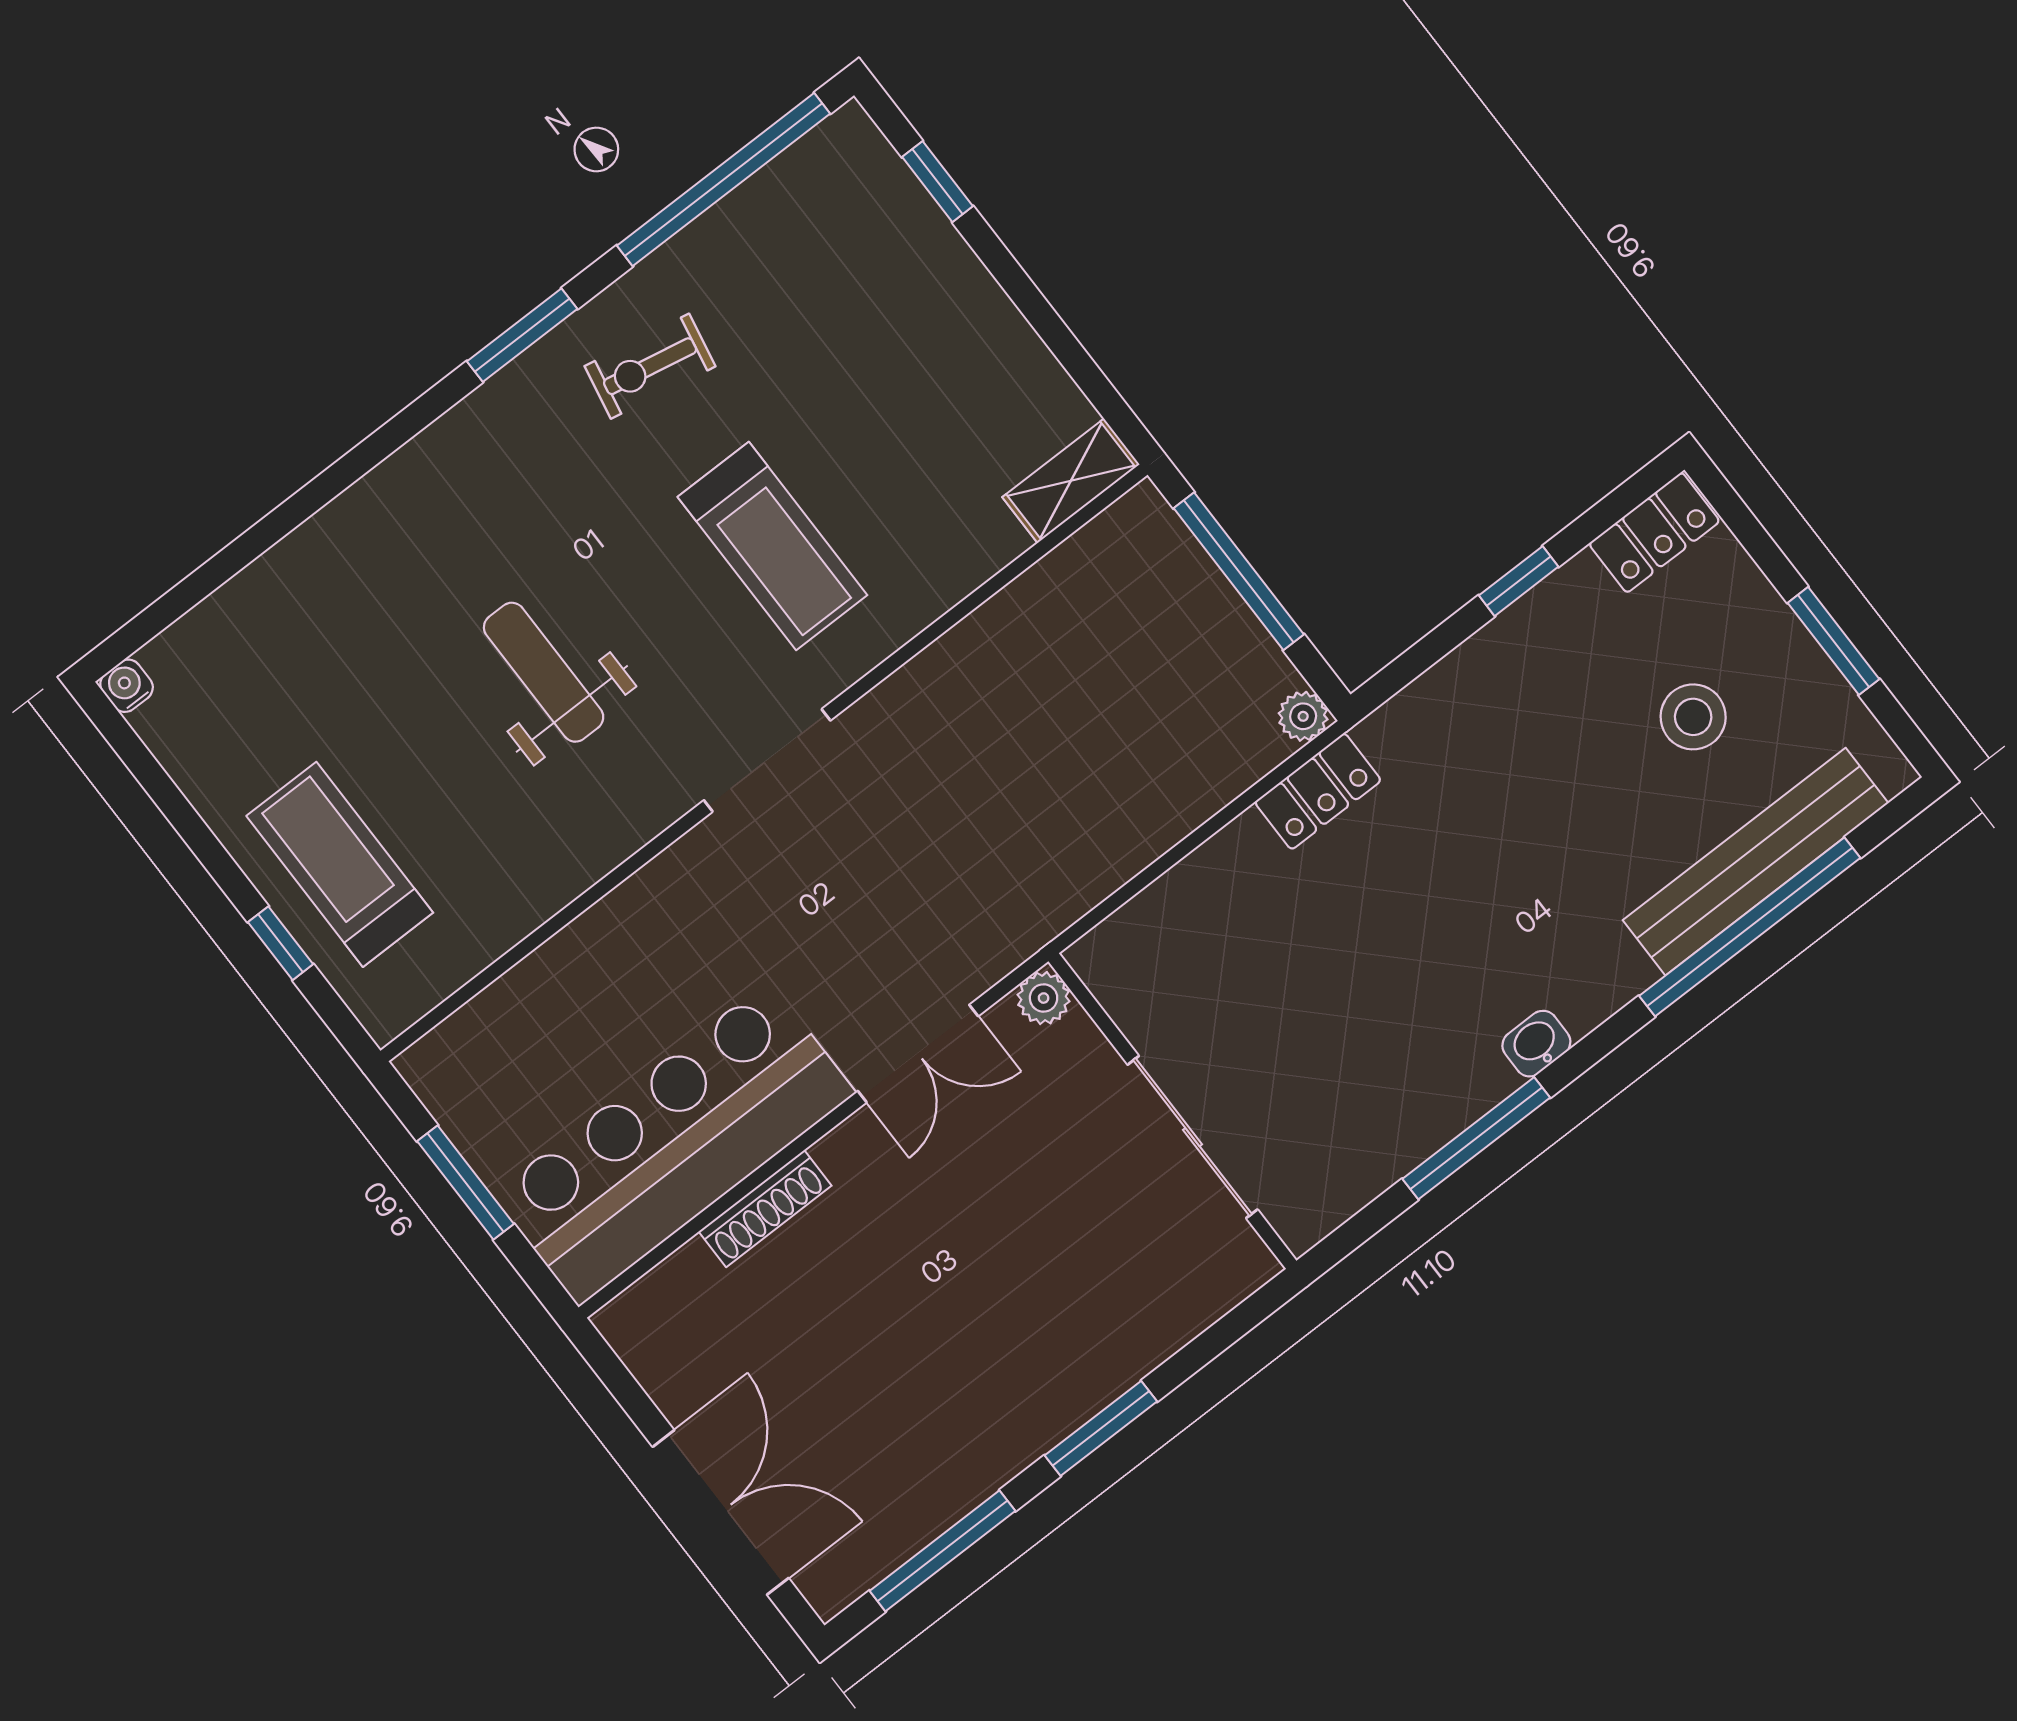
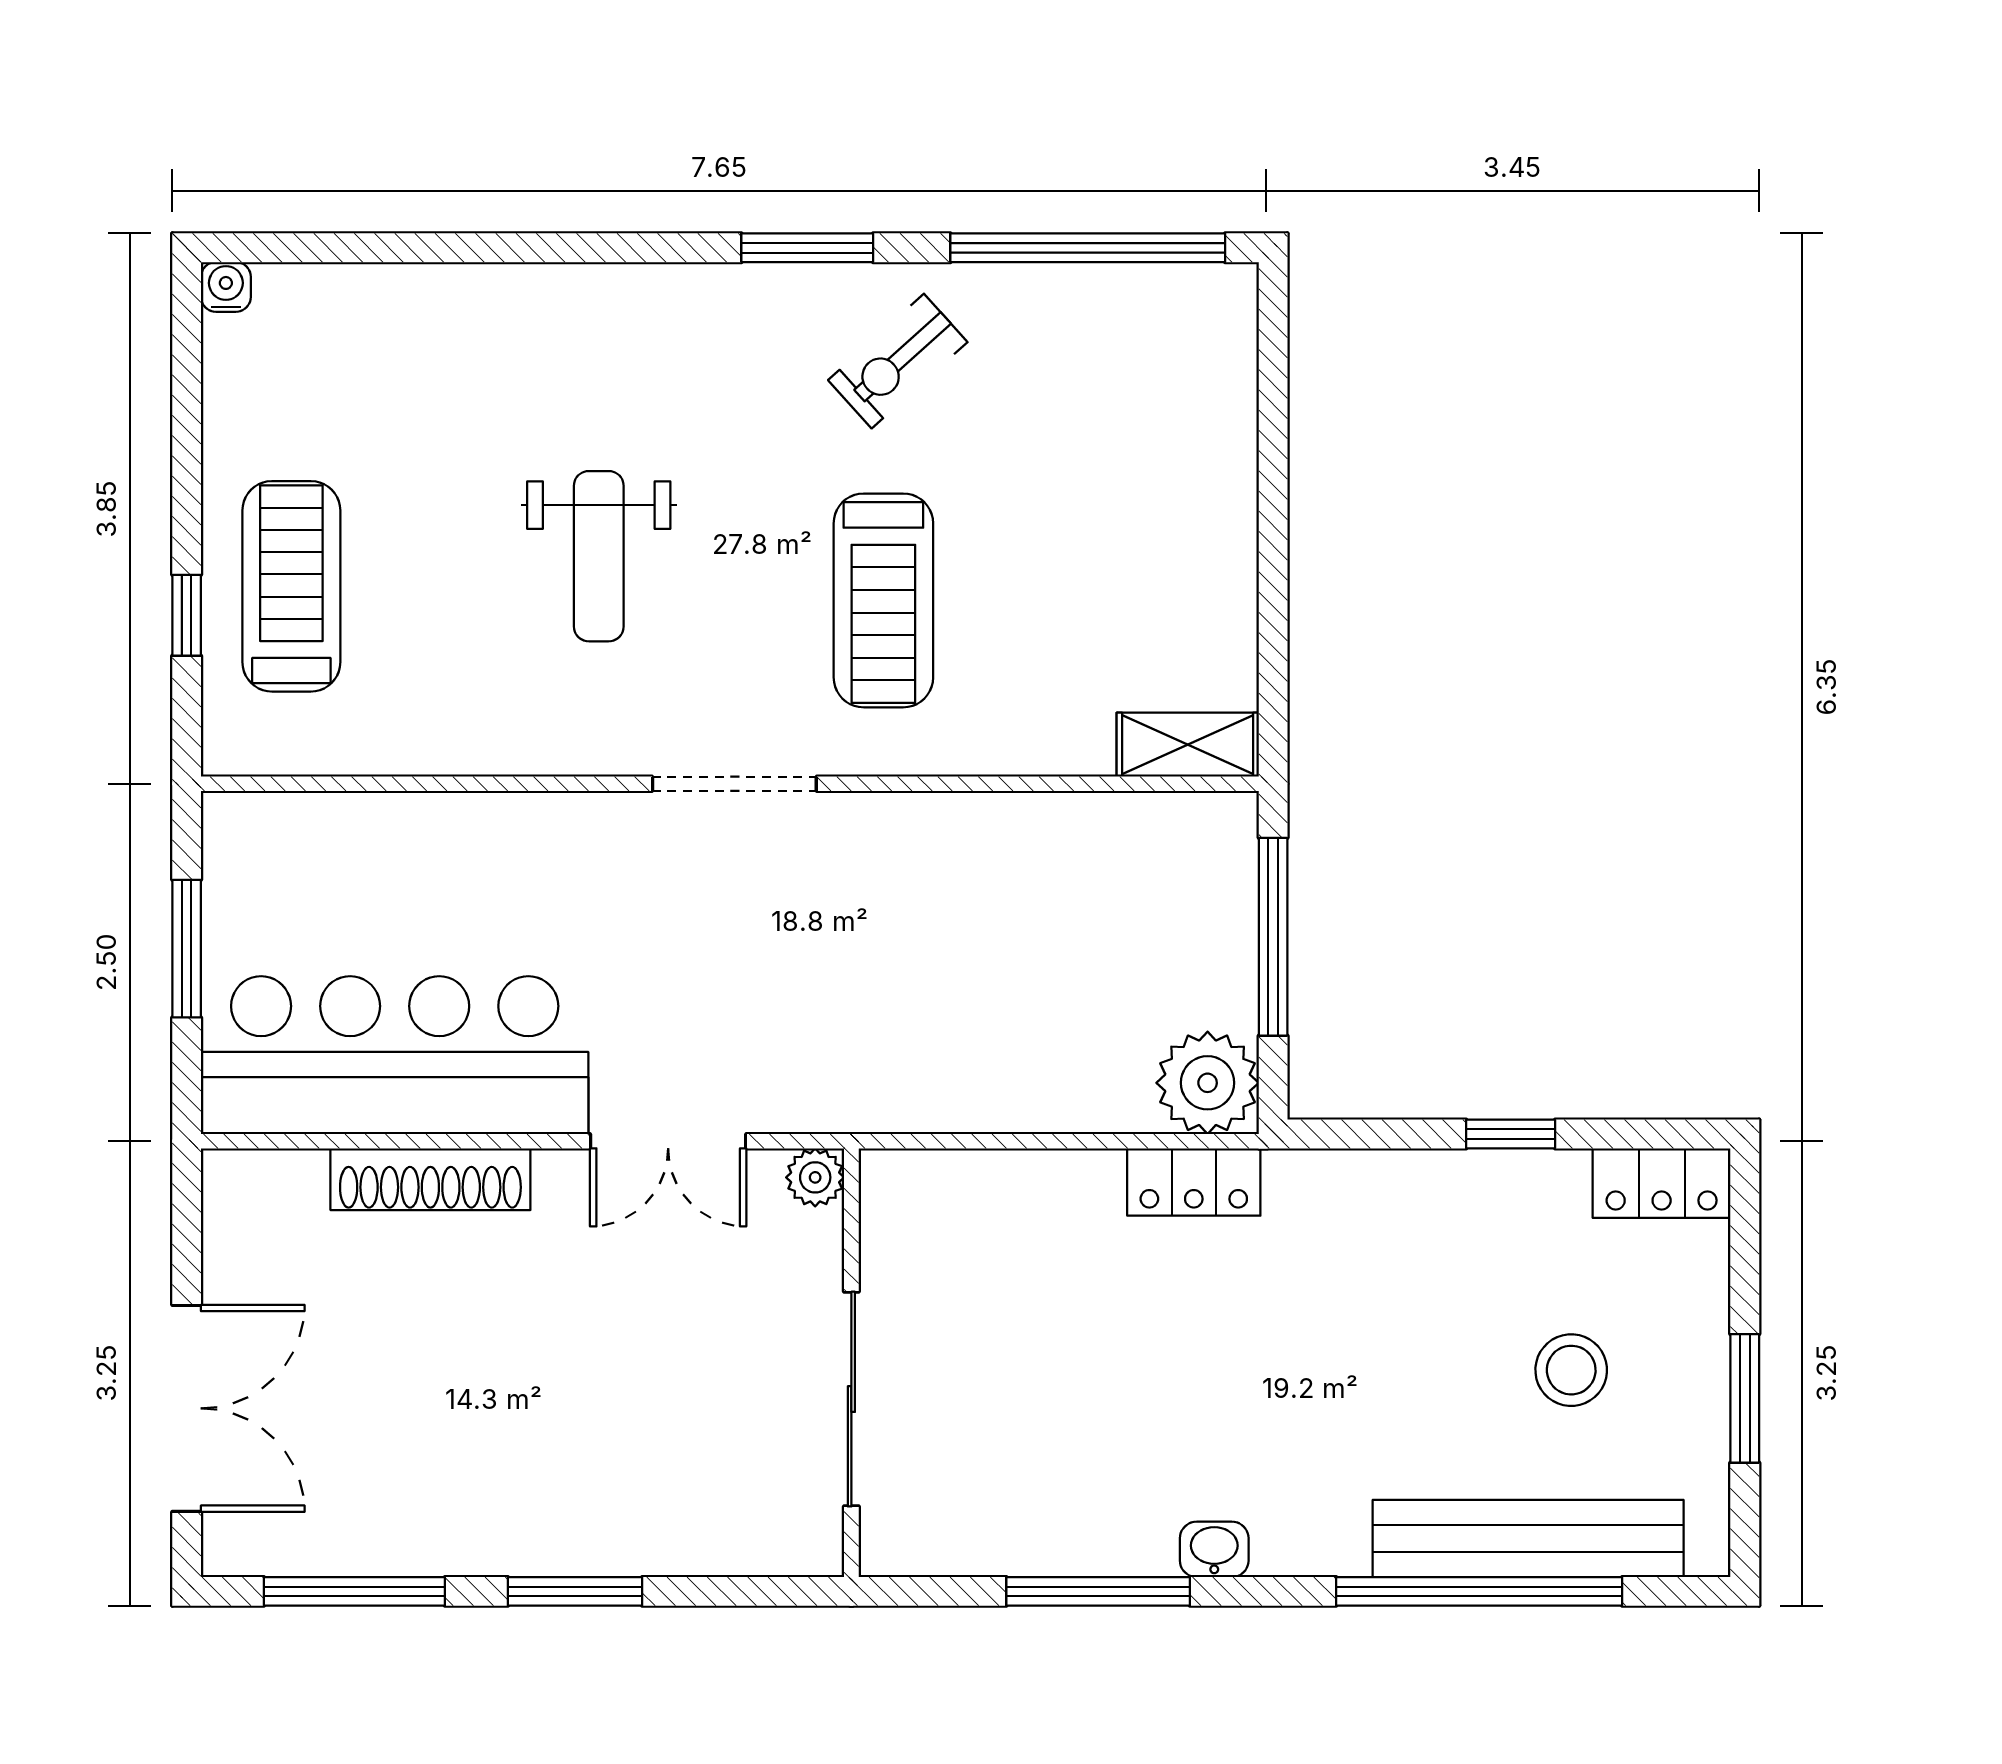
window: (938, 182) -> (1273, 394), removed
exercise bike: (650, 366) -> (898, 361), turned -53
weight bench: (544, 672) -> (599, 556), turned 180
plant: (1303, 716) -> (1208, 1083), width x1.88, depth x1.88
shoe rack: (765, 1209) -> (430, 1179), width x1.36, depth x1.24

